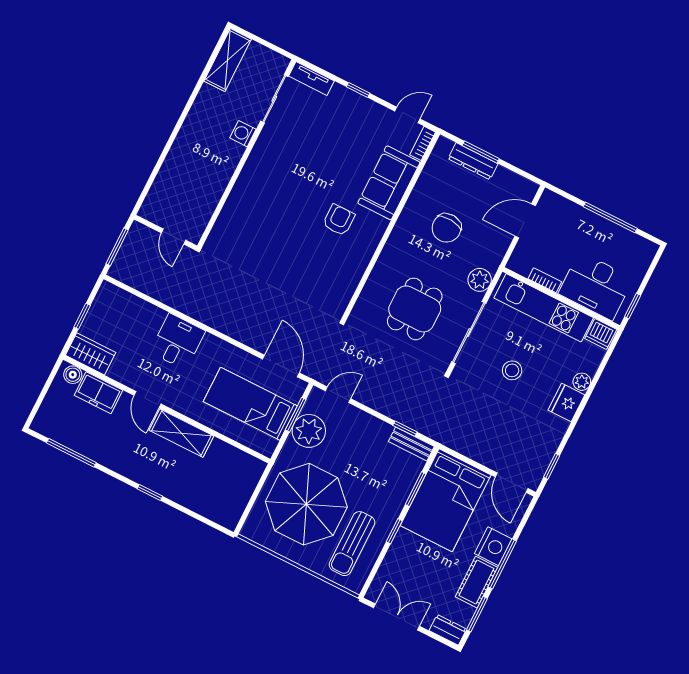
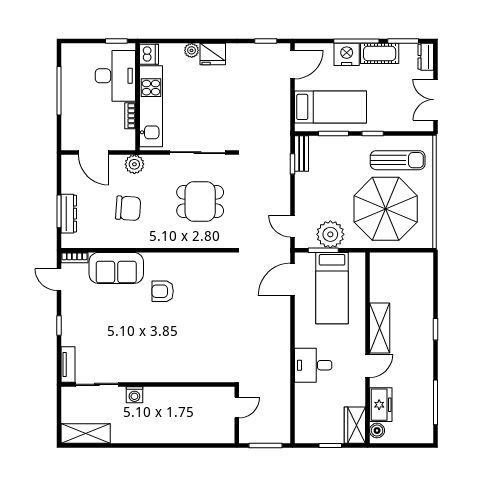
plant: (480, 280) -> (134, 164), moved
stool: (512, 370) -> (209, 106), removed
bed: (446, 500) -> (331, 107), width x0.67

